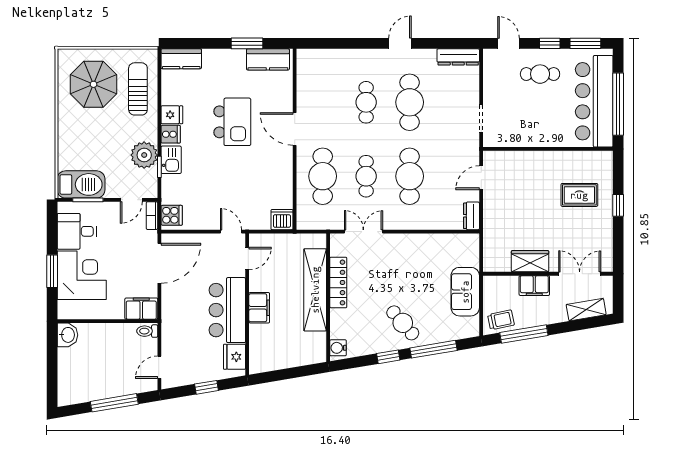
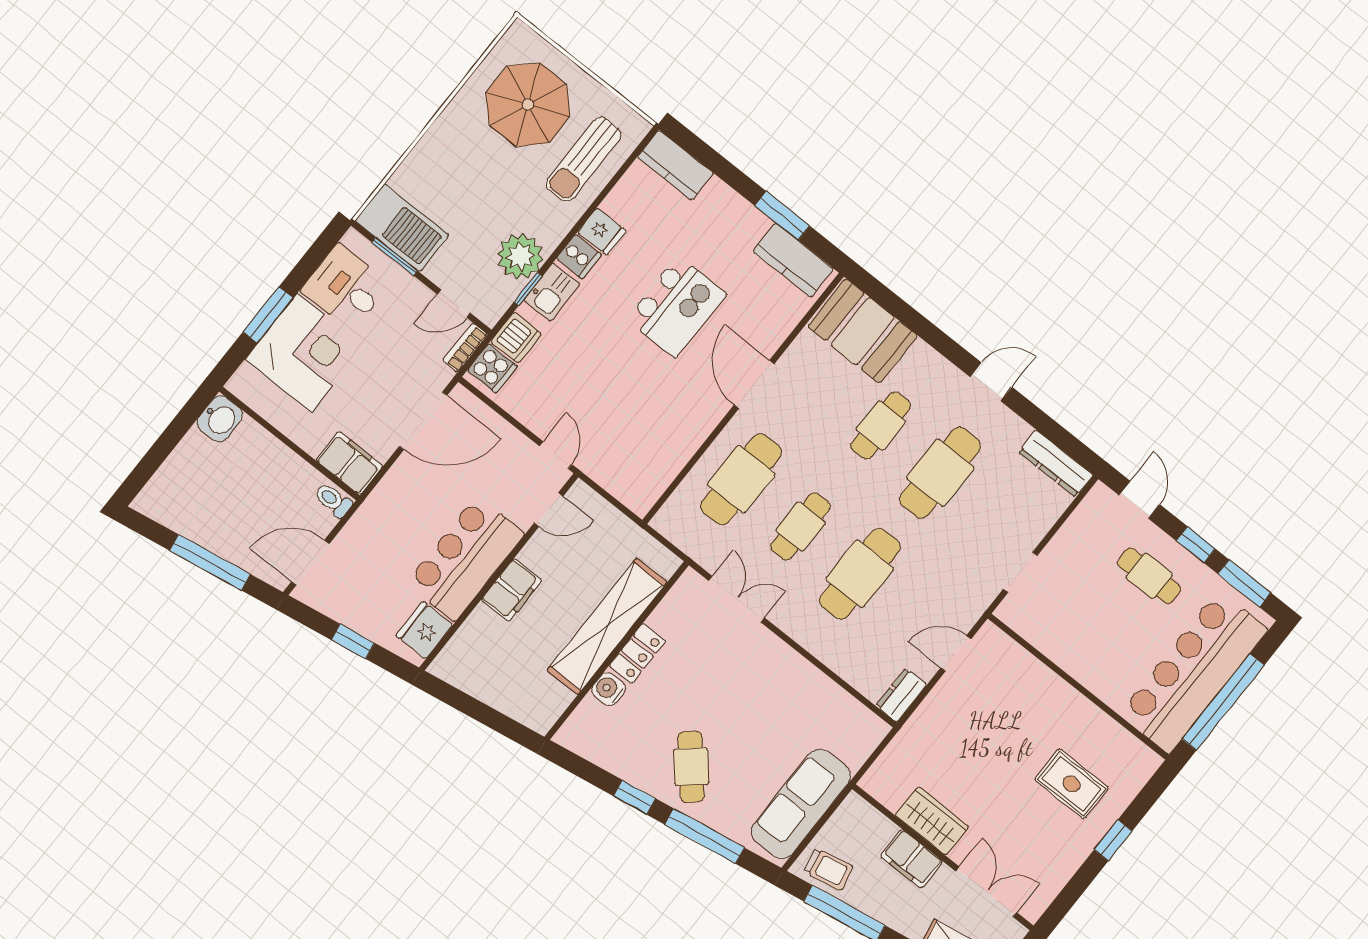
booth: (324, 66) -> (863, 331), added
sun lounger: (138, 89) -> (584, 159), turned 180
dishwasher: (282, 220) -> (516, 338), moved, turned 90
locker: (338, 282) -> (637, 653), width x0.66
sofa: (465, 292) -> (801, 804), width x1.36
water cooler: (338, 348) -> (609, 689), moved
door: (159, 367) -> (310, 563), width x1.38

